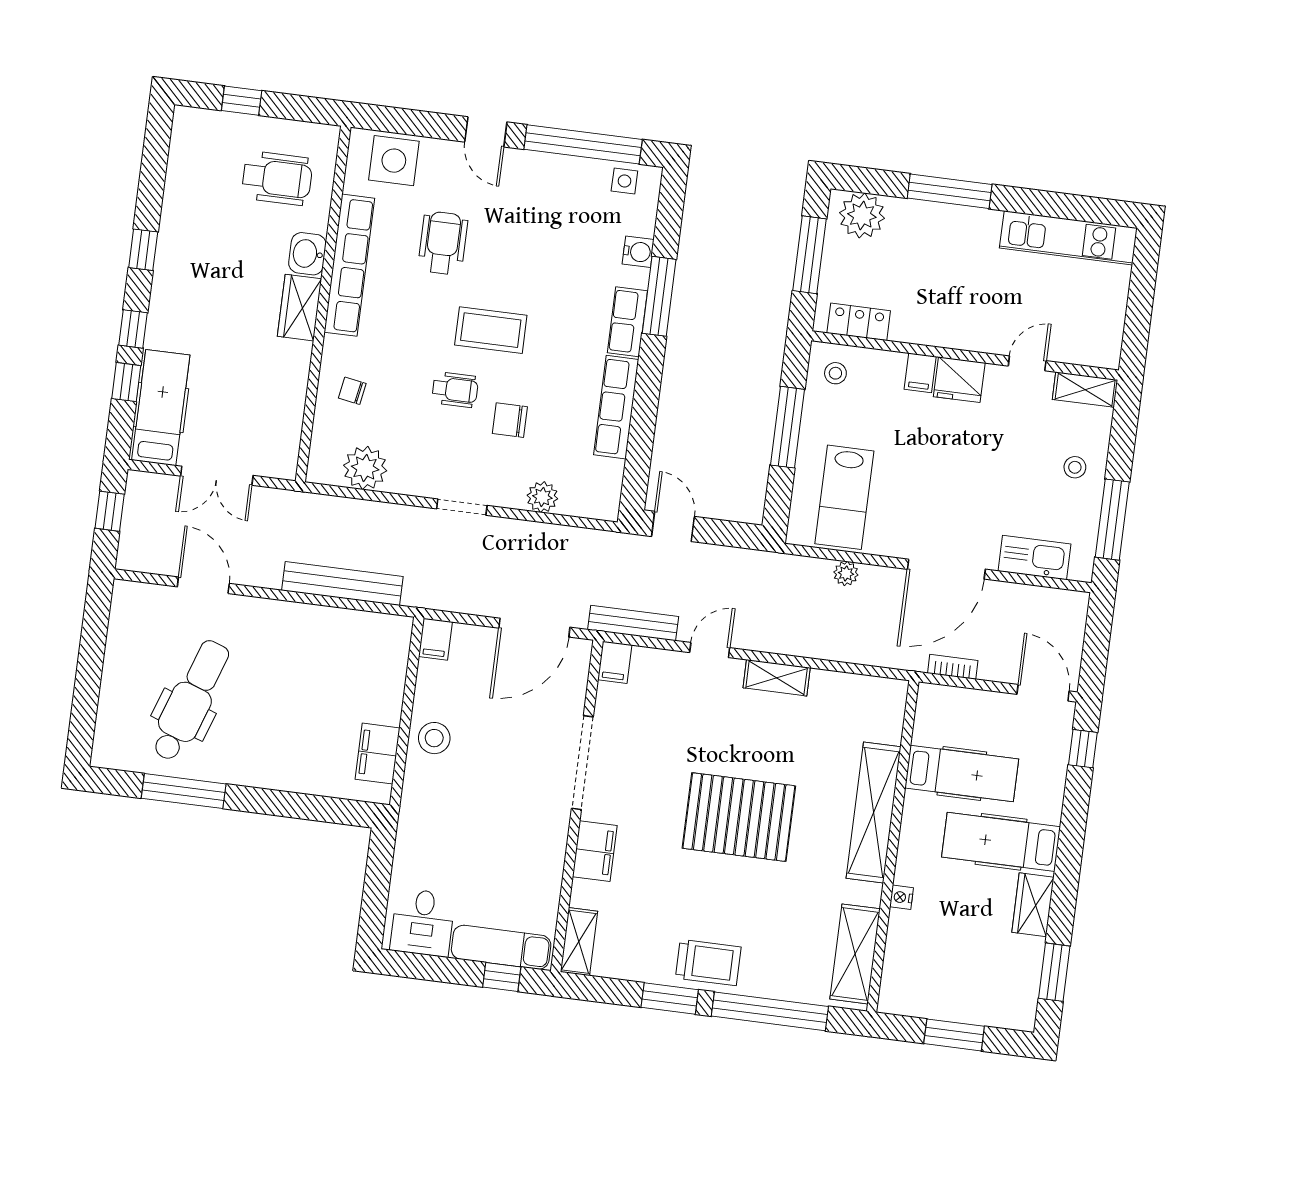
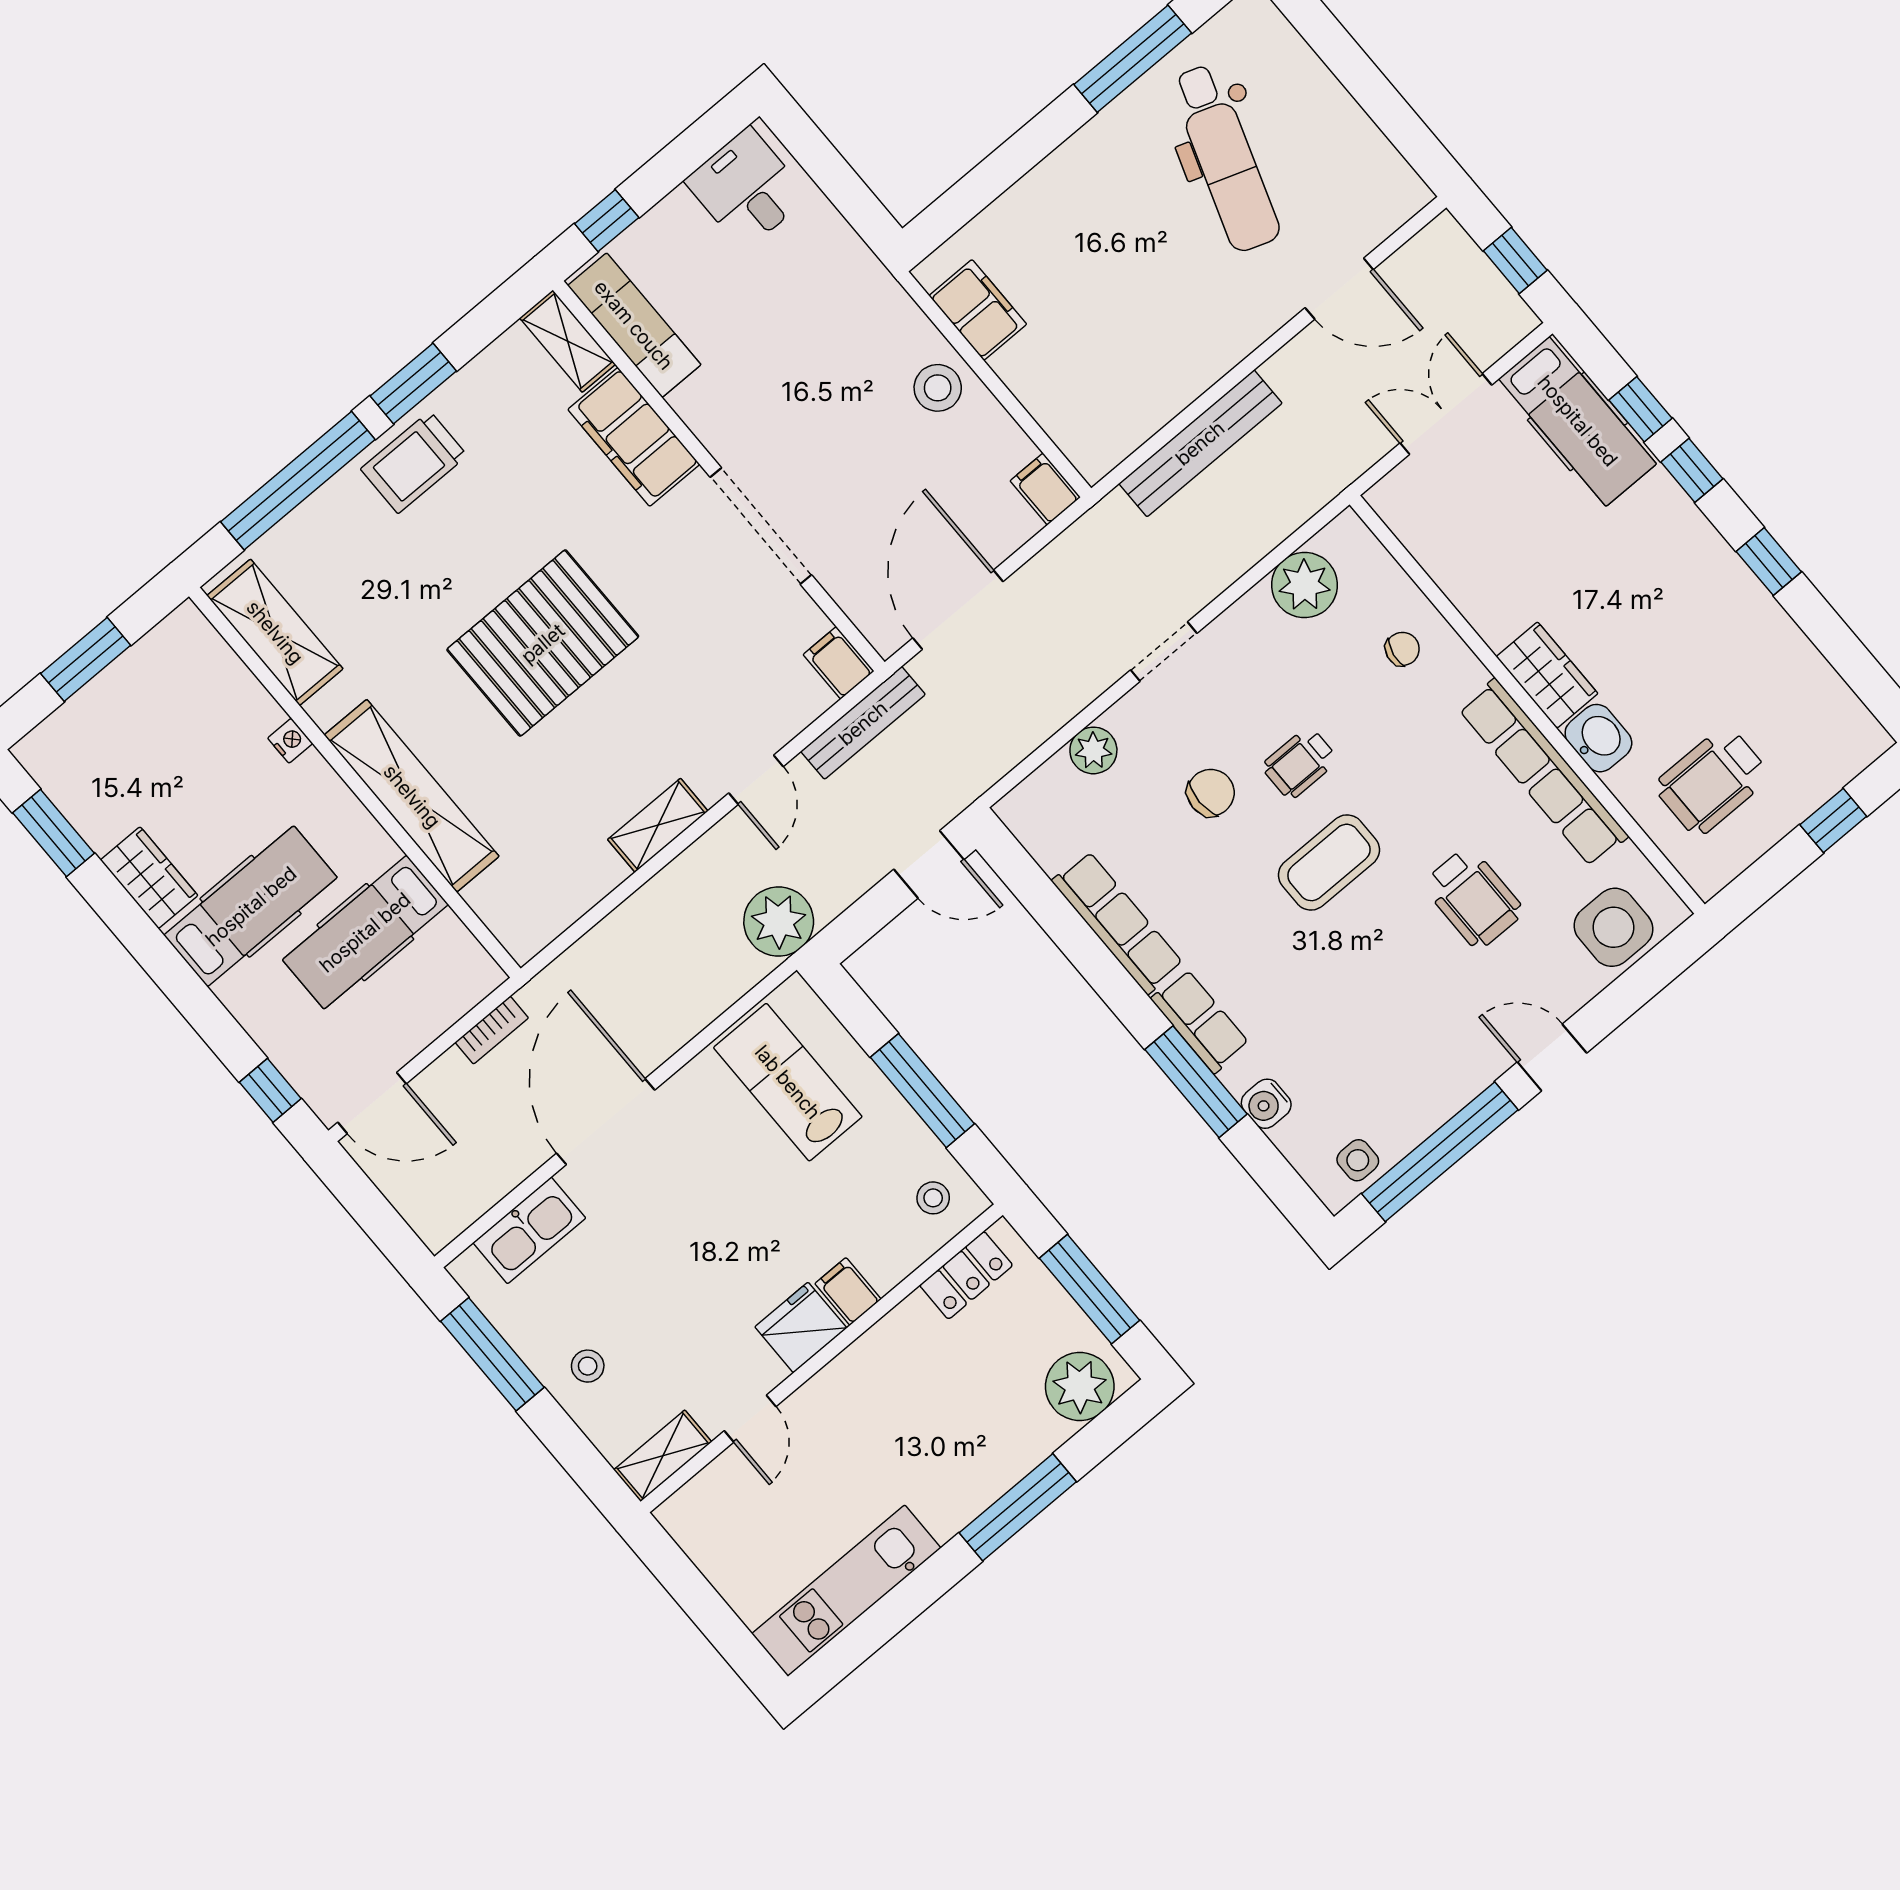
plant: (846, 573) -> (779, 922), moved, width x1.88, depth x1.88
filing cabinet: (595, 851) -> (634, 437), width x1.50, depth x1.17
exam couch: (501, 947) -> (634, 325), moved, turned -90

